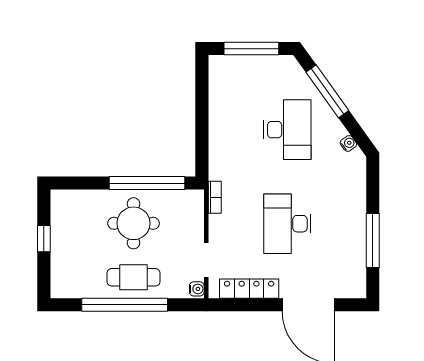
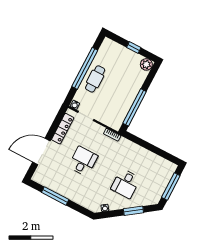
window: (327, 91) -> (133, 211), width x0.69
desk: (287, 130) -> (126, 184), width x0.73
plant: (62, 202) -> (146, 64), added
round table: (134, 223) -> (120, 92), removed
desk: (287, 224) -> (83, 161), width x0.73

